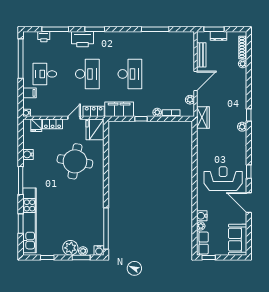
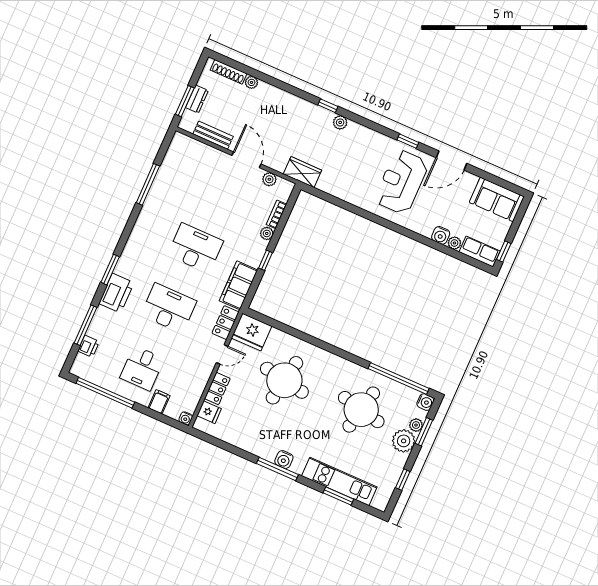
door: (74, 118) -> (222, 354), swing flipped
water cooler: (28, 154) -> (284, 460), moved
round table: (78, 215) -> (361, 410), added
kitchen unit: (29, 220) -> (339, 481), width x0.73

